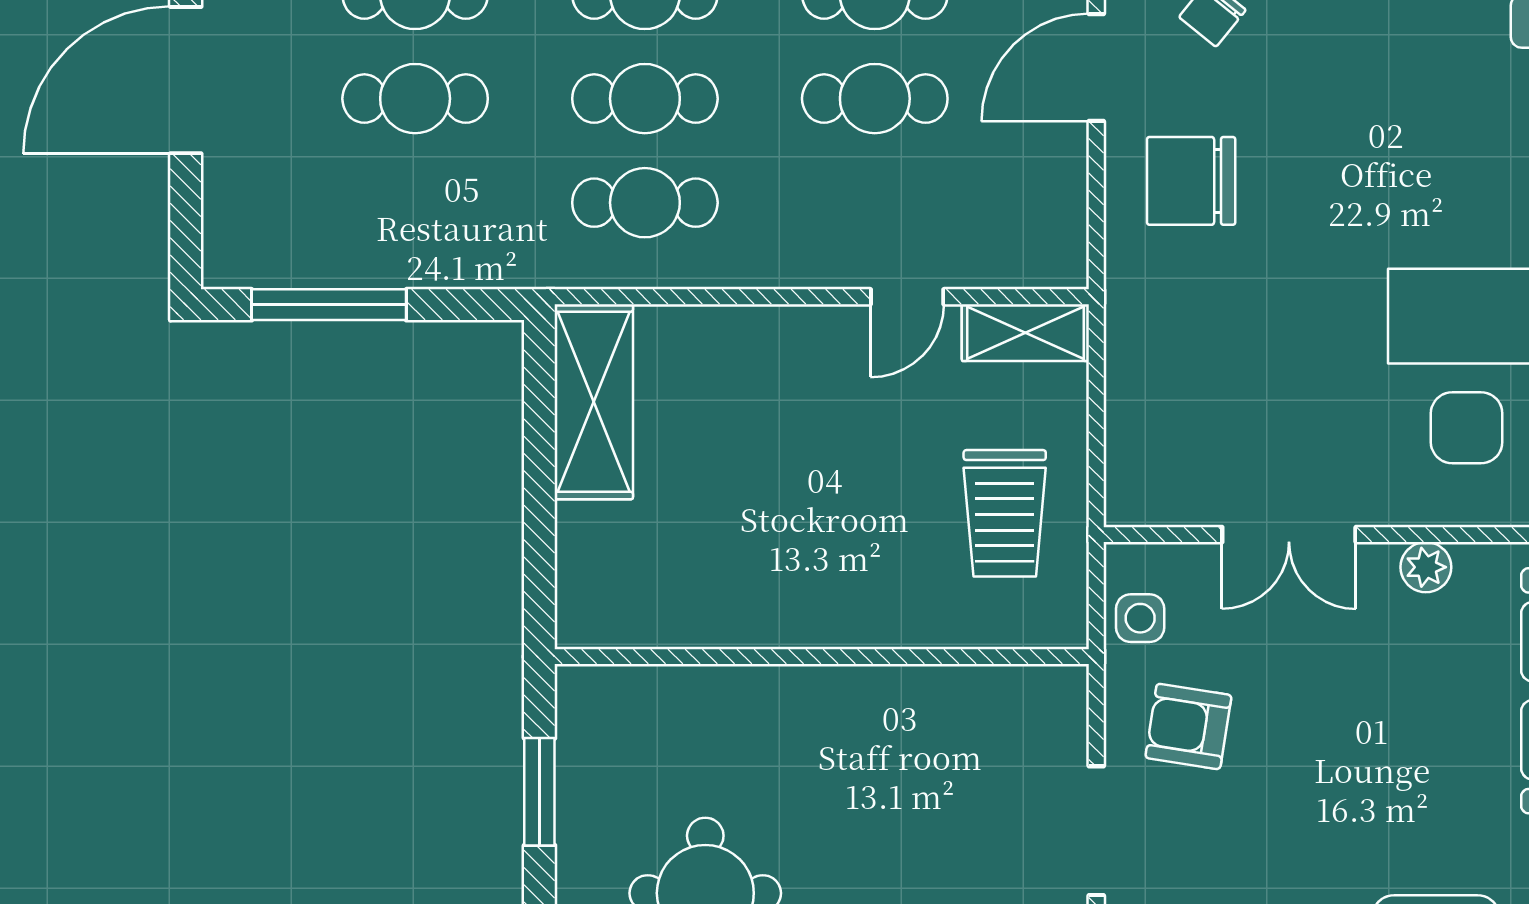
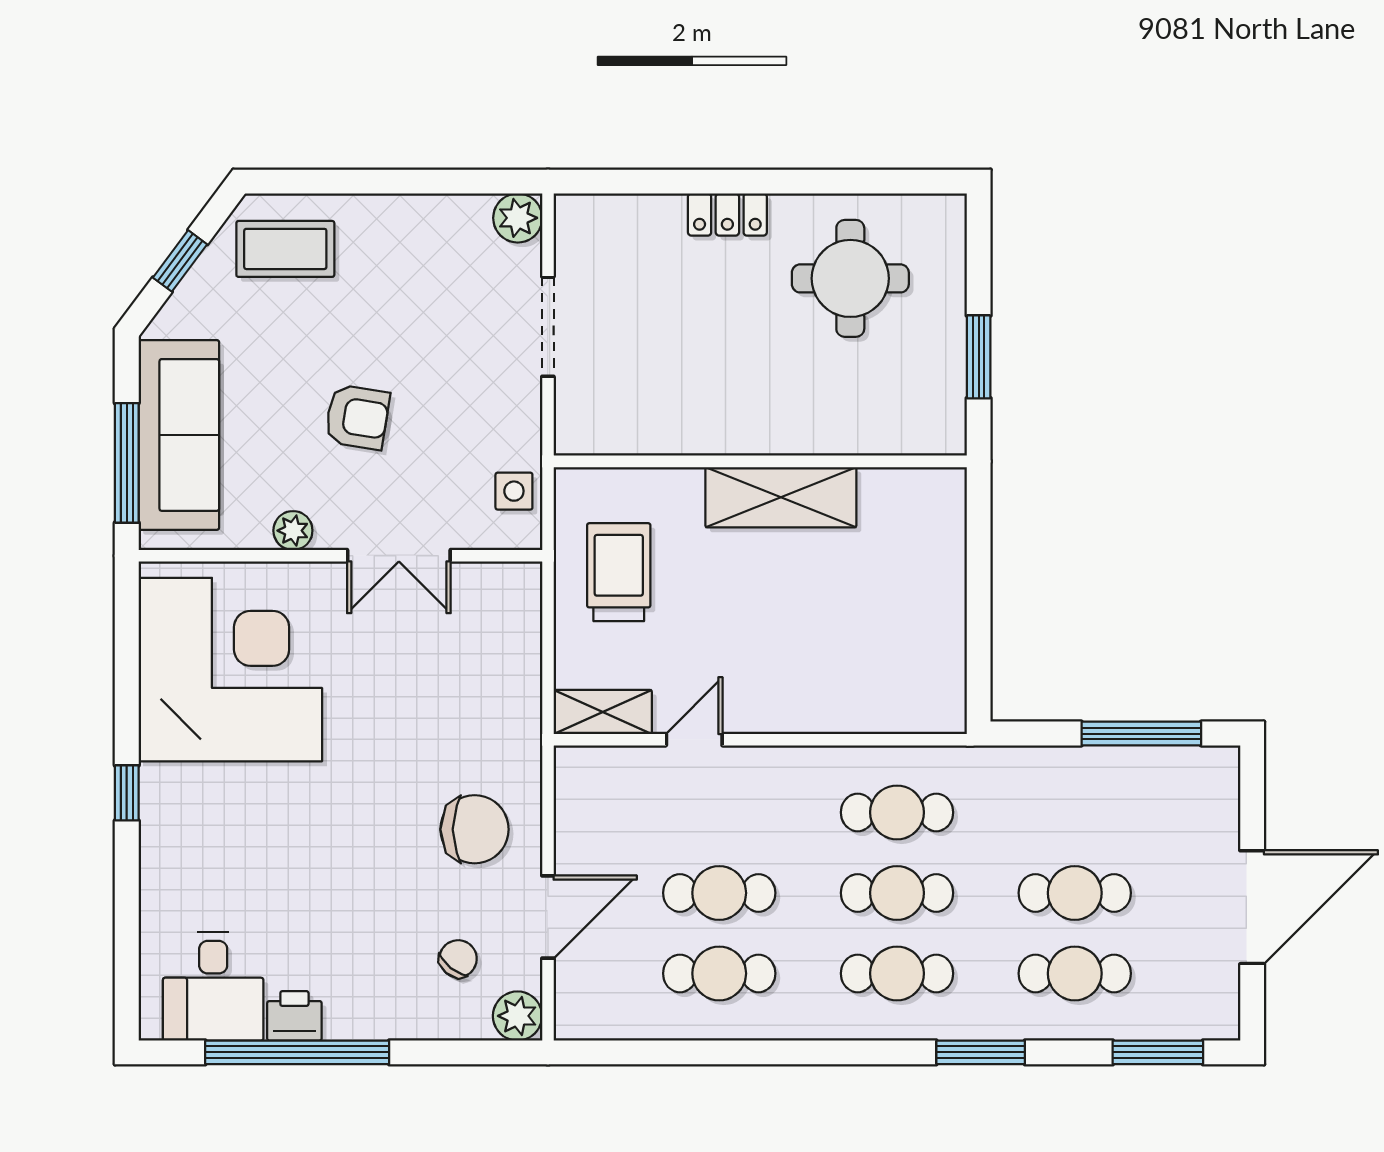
shelving: (594, 402) -> (781, 497), moved, turned 90
double door: (1289, 535) -> (399, 556), swing flipped
armchair: (1188, 726) -> (357, 417), moved

